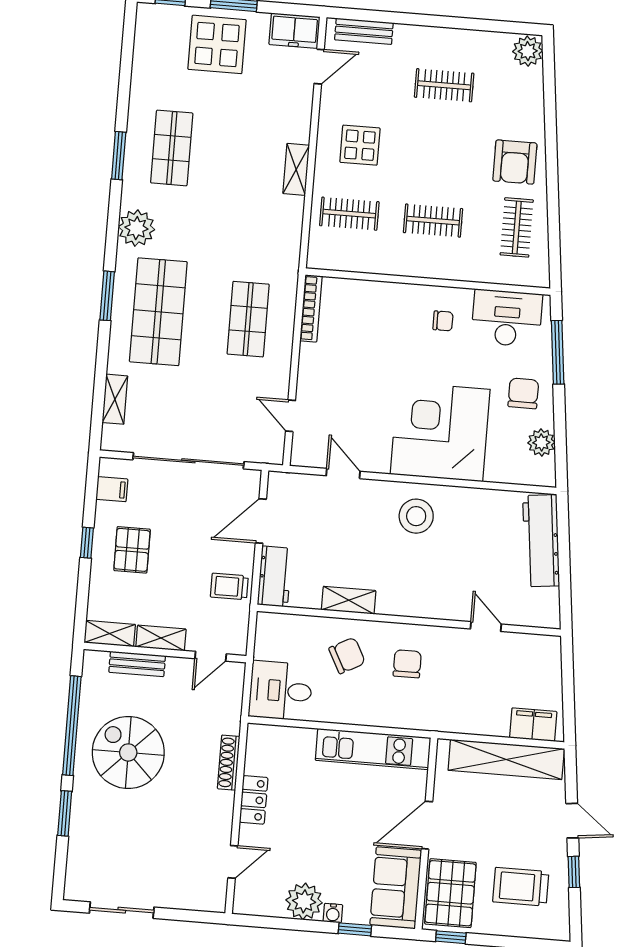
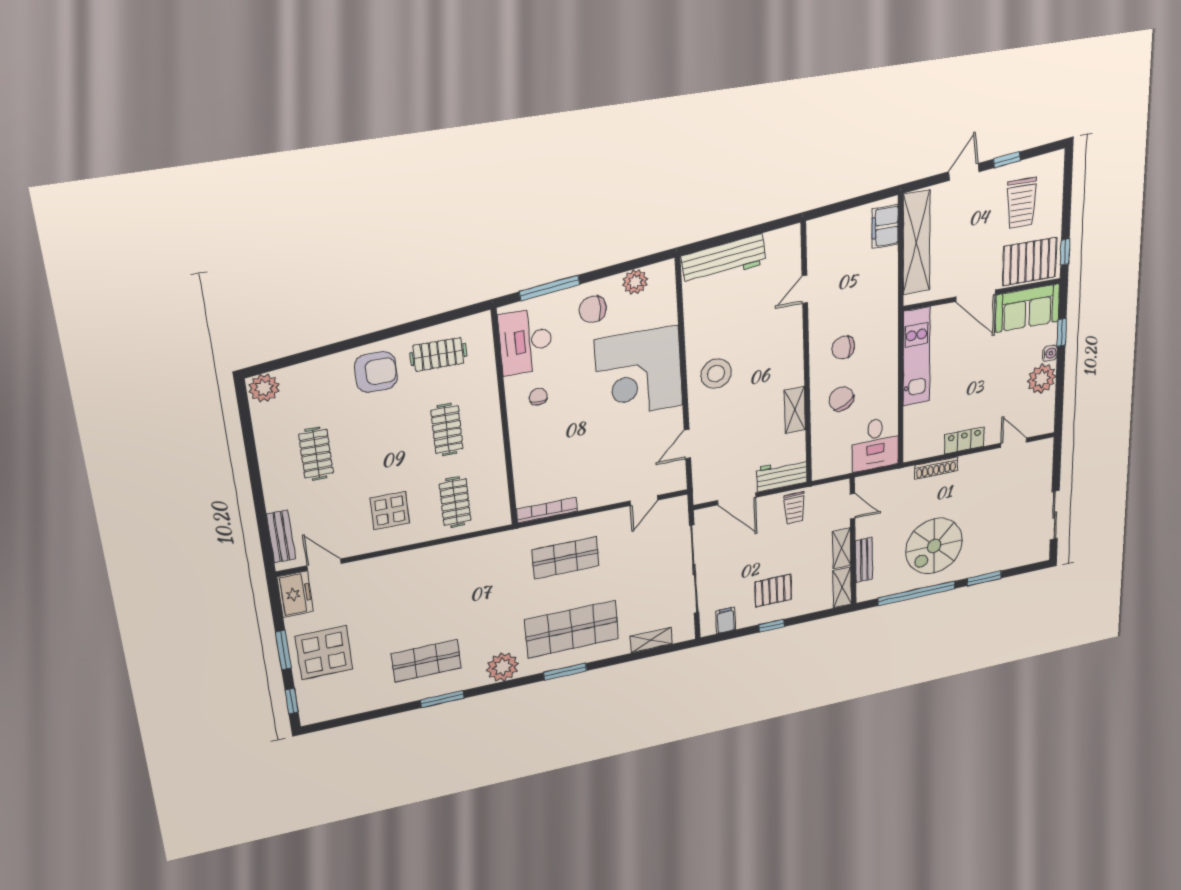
shelving: (296, 169) -> (424, 557), removed

